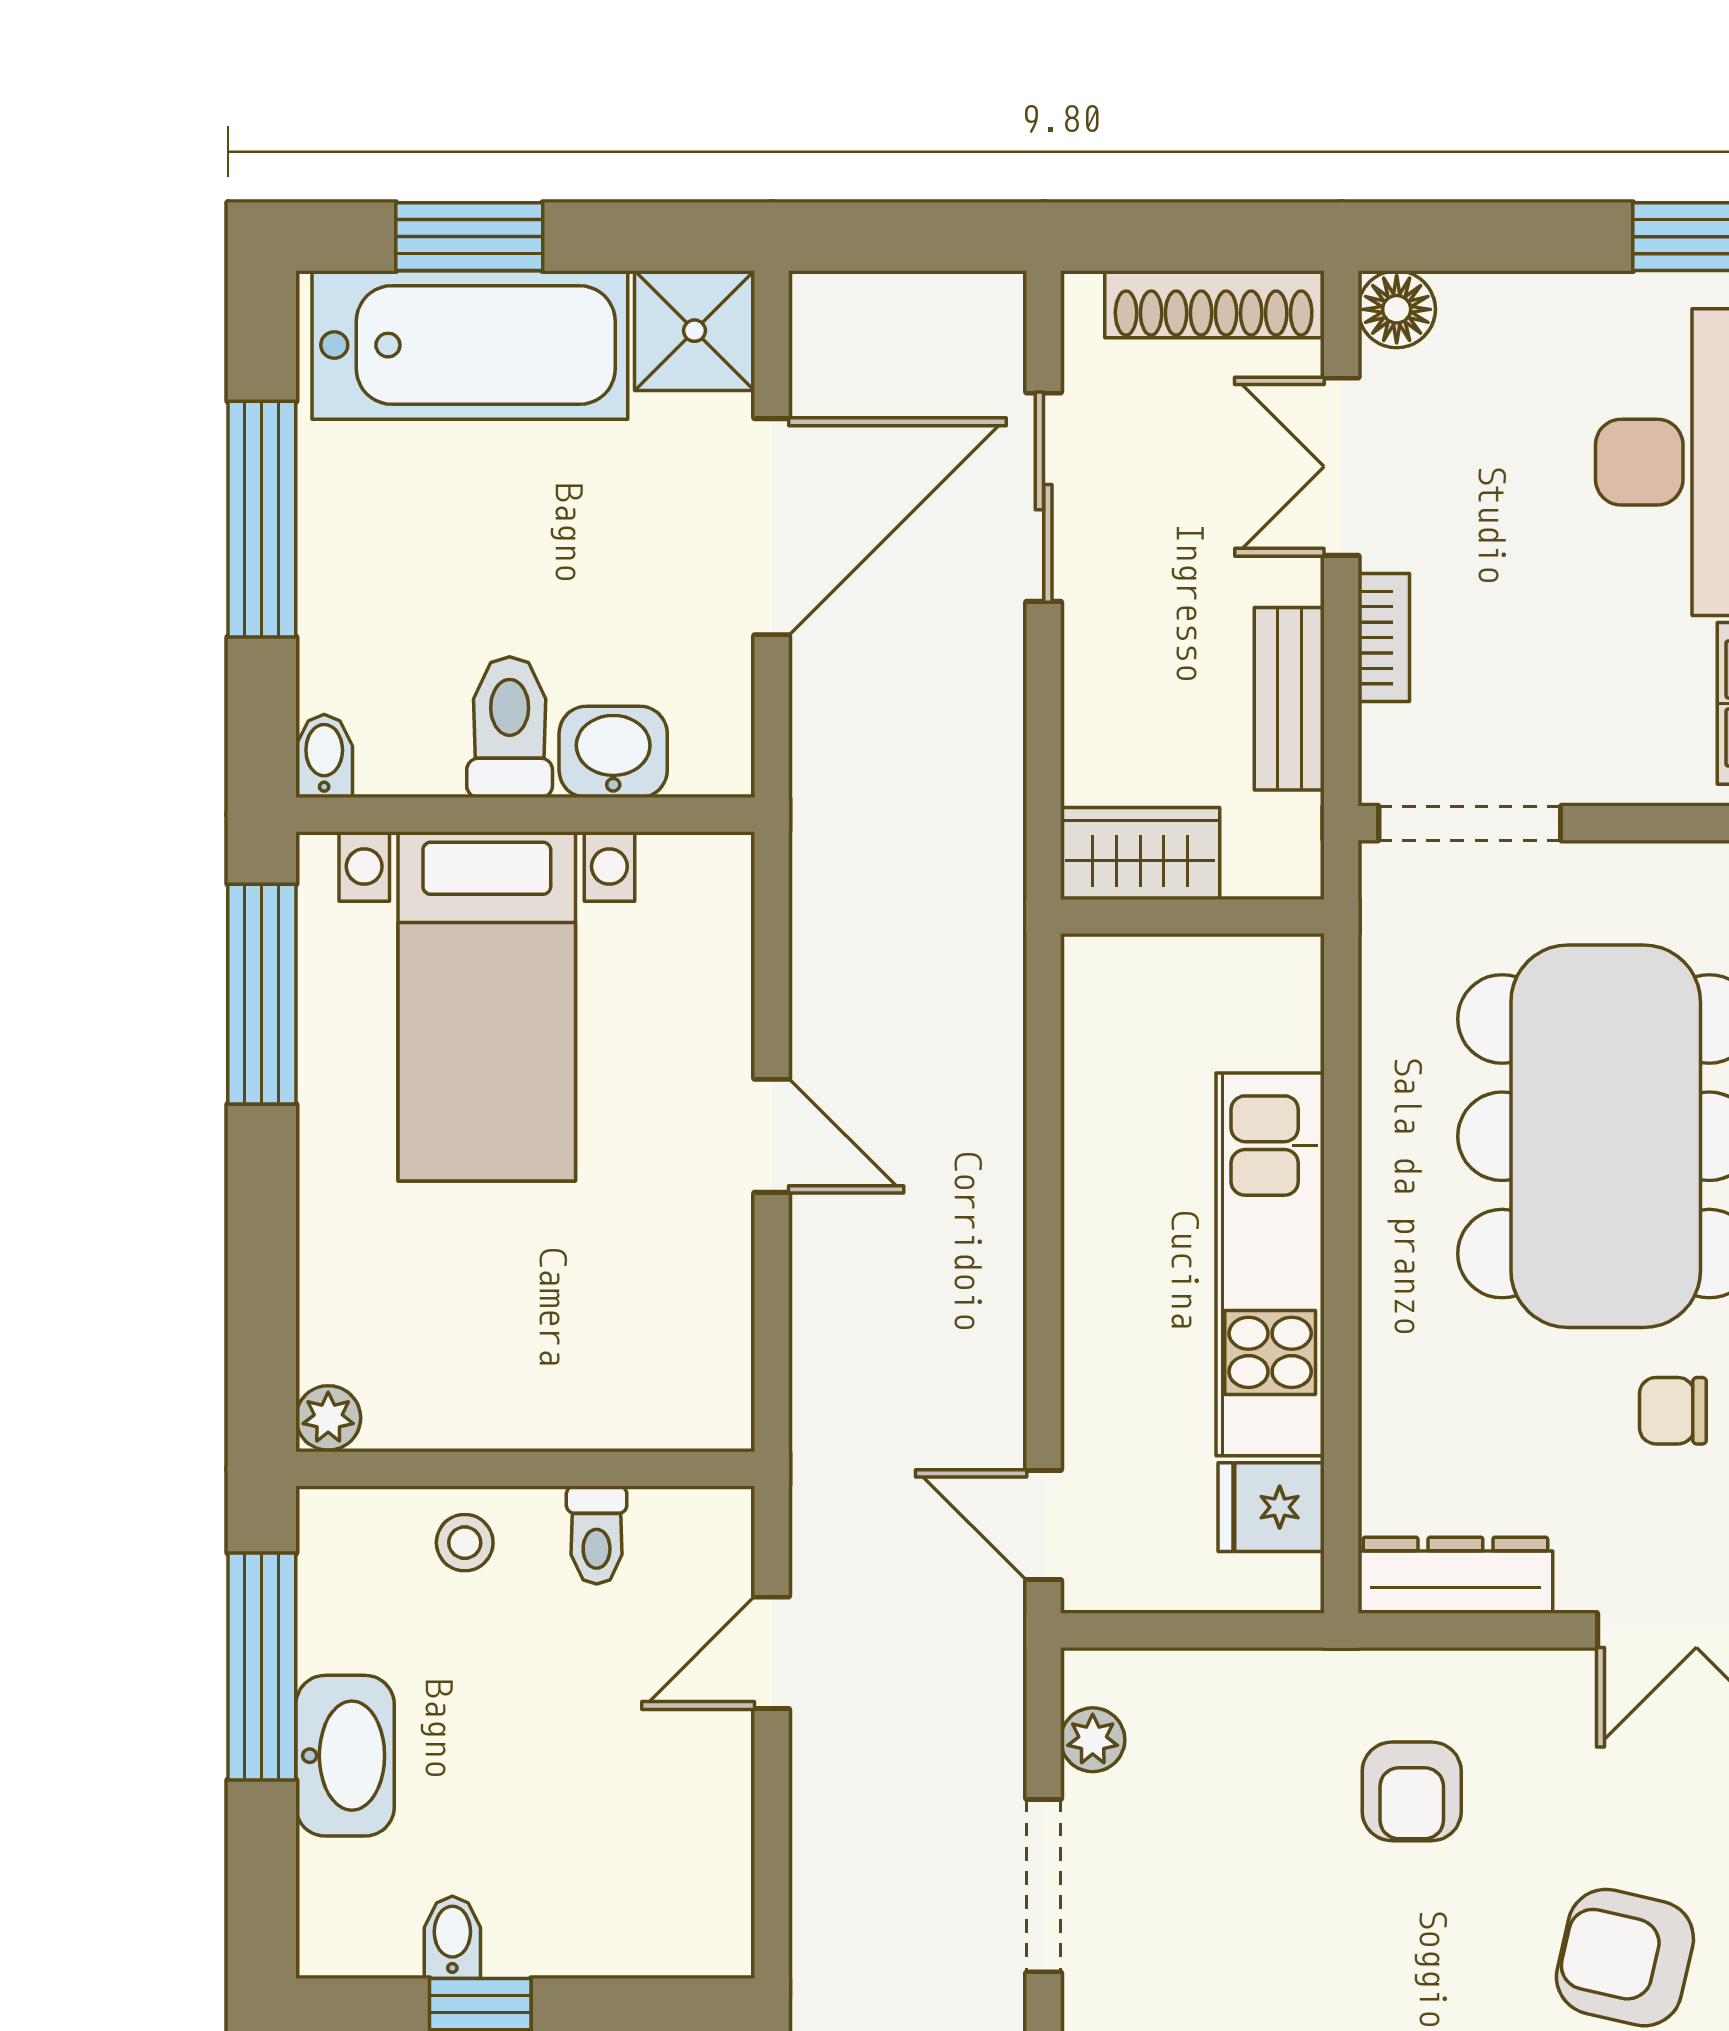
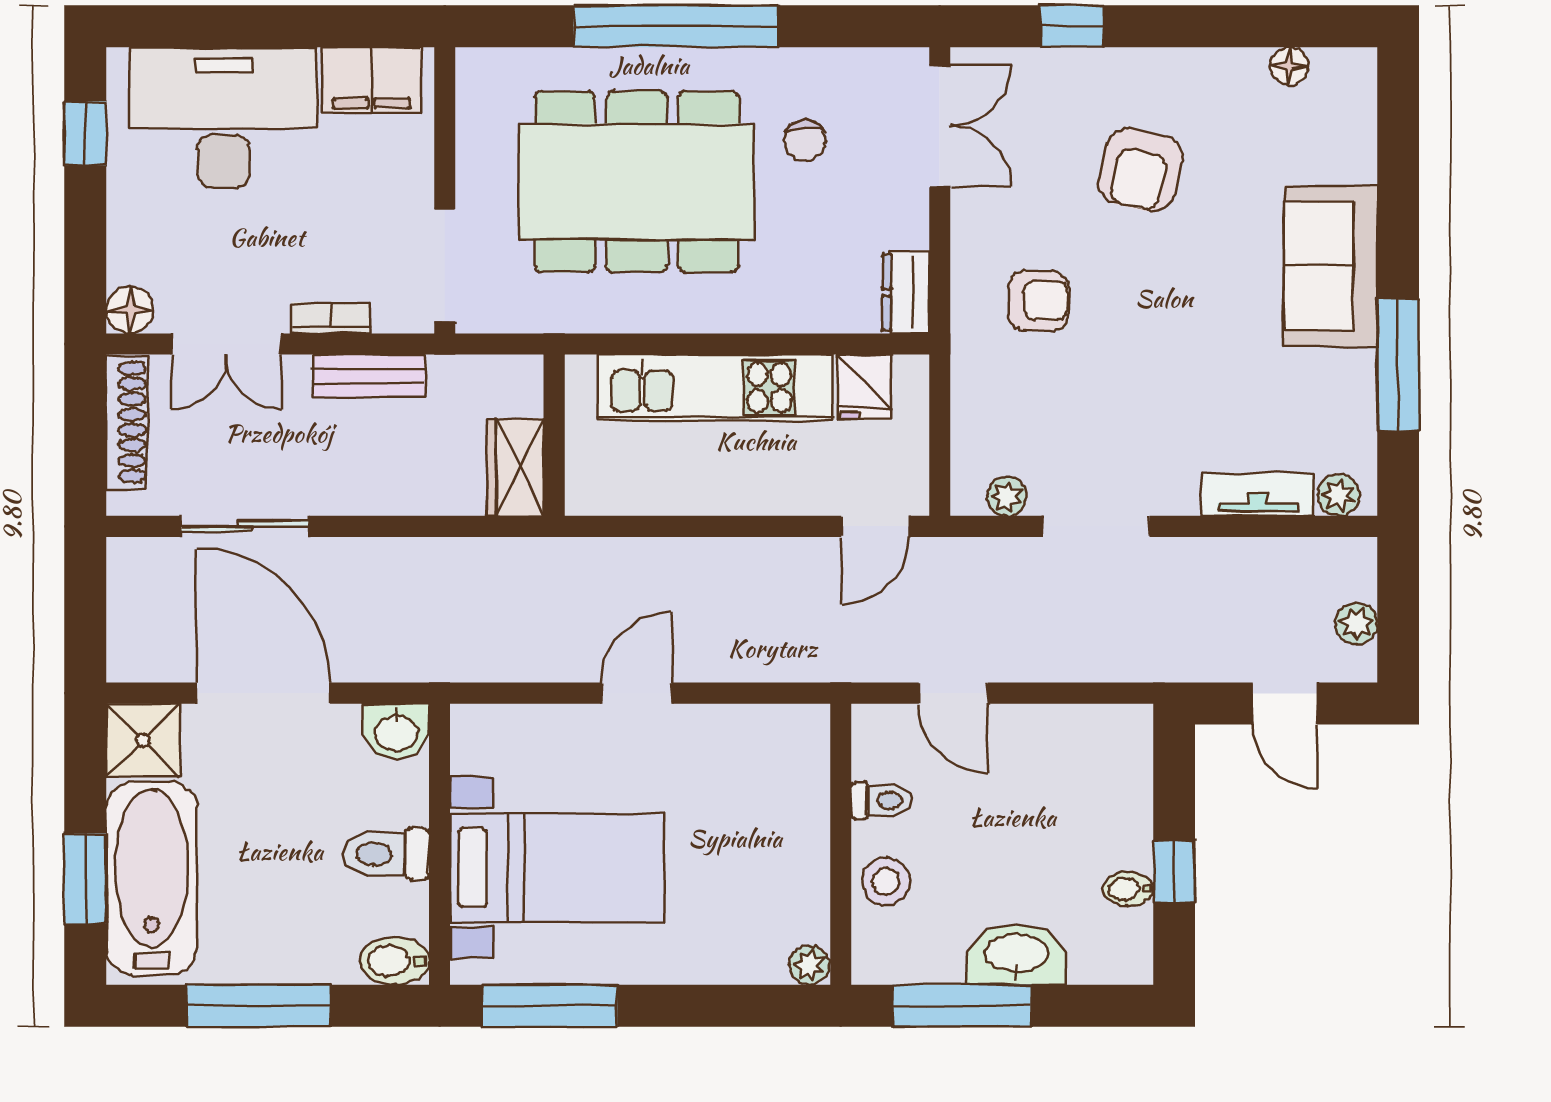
washbasin: (613, 752) -> (396, 732), moved, turned -90
bidet: (324, 756) -> (394, 961), width x1.38, depth x1.36
wardrobe: (1140, 853) -> (515, 467), moved
wall: (1192, 917) -> (554, 435), moved
stool: (465, 1543) -> (886, 881), width x1.37, depth x1.37
dresser: (1455, 1575) -> (906, 292), width x0.70

